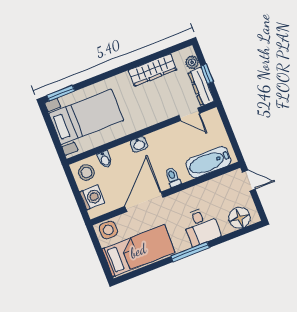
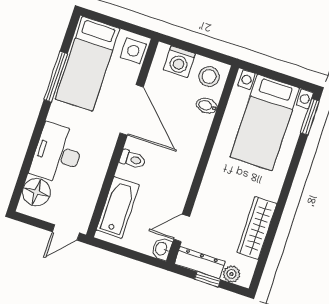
washbasin: (139, 144) -> (162, 249), moved
desk: (201, 226) -> (57, 154), width x1.37
window: (190, 252) -> (56, 77), moved

